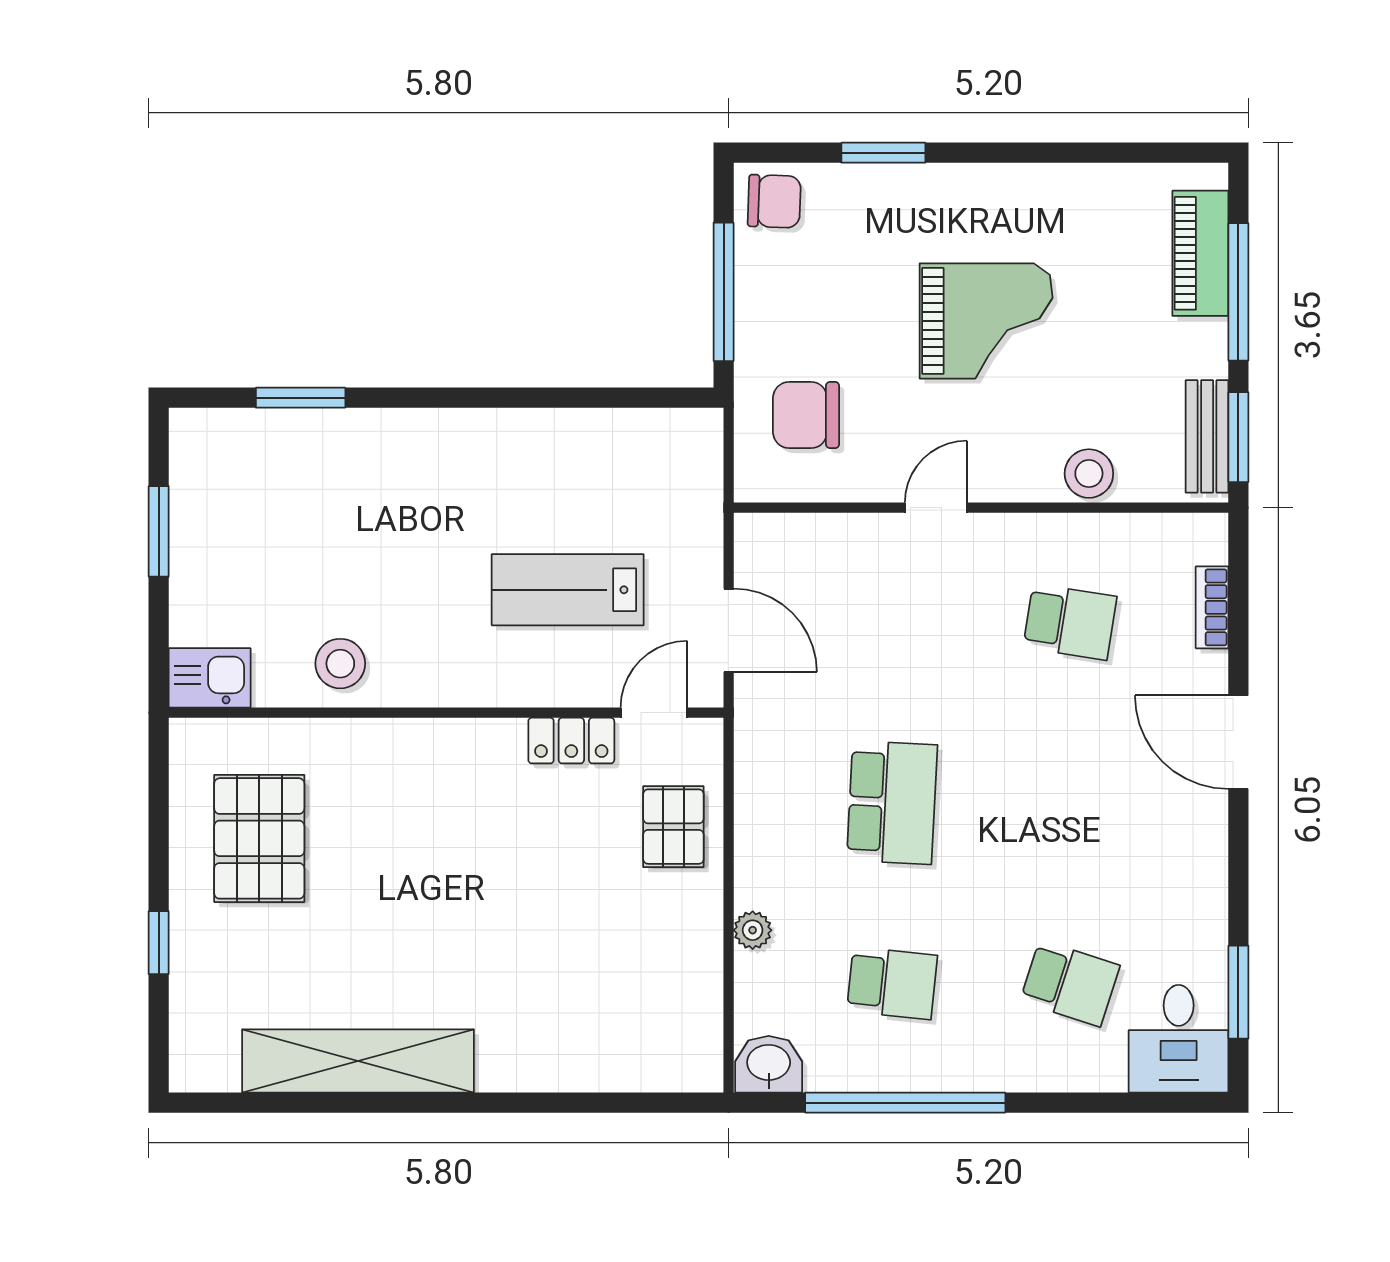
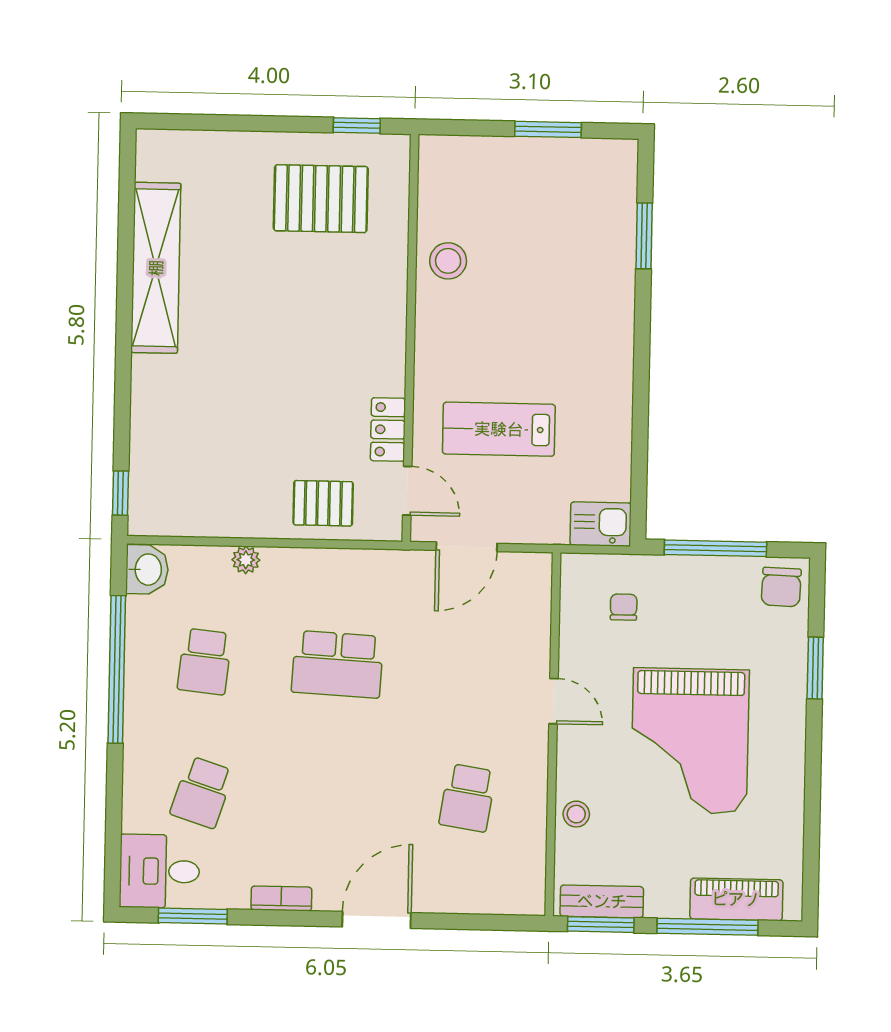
grand piano: (986, 321) -> (690, 741), width x1.37, depth x1.48
chair: (806, 415) -> (624, 607), width x0.54, depth x0.54
stool: (1089, 474) -> (576, 814), width x0.73, depth x0.73
lab bench: (568, 590) -> (499, 429), turned -90
bookcase: (1212, 607) -> (281, 898), moved
kitchen sink: (210, 678) -> (601, 524), moved, turned -90
window: (159, 943) -> (357, 125), moved
window: (665, 1103) -> (120, 493), added

